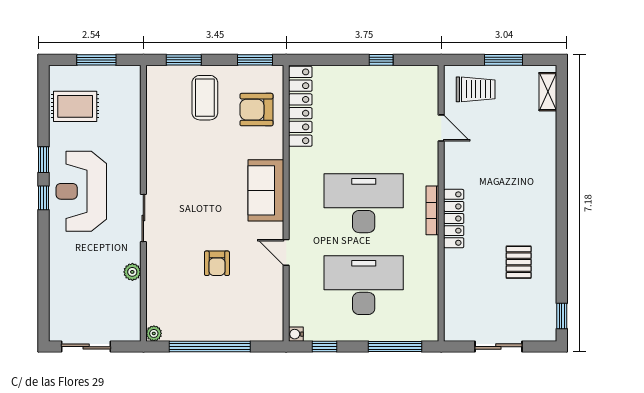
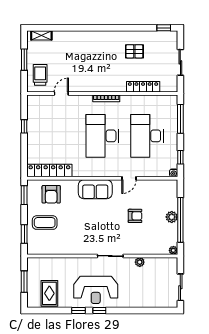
locker: (454, 219) -> (143, 87), moved
plant: (215, 330) -> (172, 217), added

